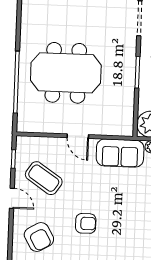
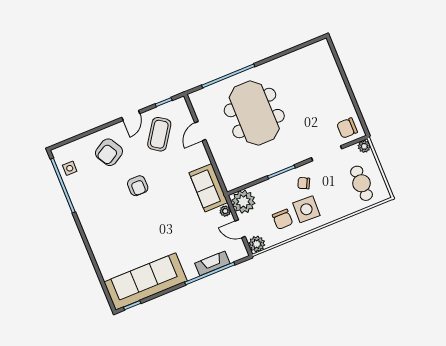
door: (78, 136) -> (200, 131), moved

